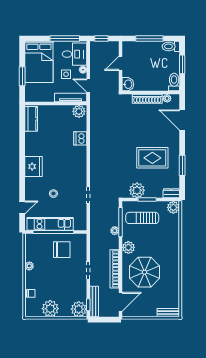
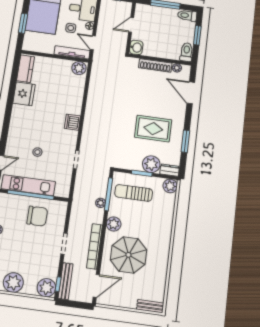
dishwasher: (80, 138) -> (72, 122), moved
fridge: (33, 166) -> (24, 94), moved
plant: (137, 190) -> (151, 164), moved

